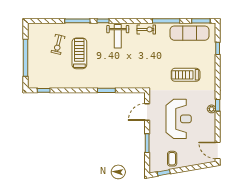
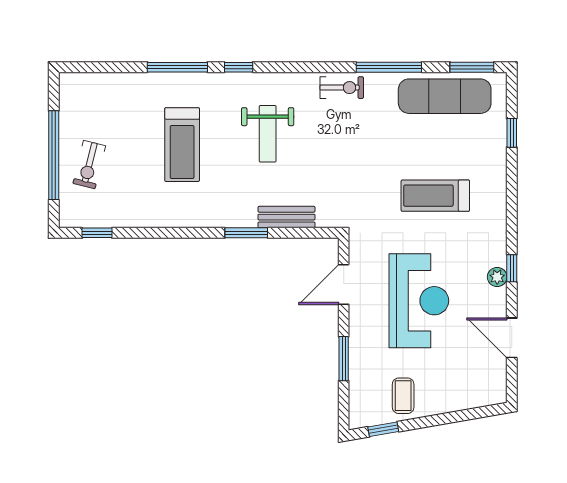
weight bench: (118, 36) -> (268, 134), moved
exercise bike: (58, 44) -> (89, 165), moved
treadmill: (79, 53) -> (182, 145), turned 180
bench: (123, 84) -> (287, 217), added
door: (218, 150) -> (512, 338), moved

